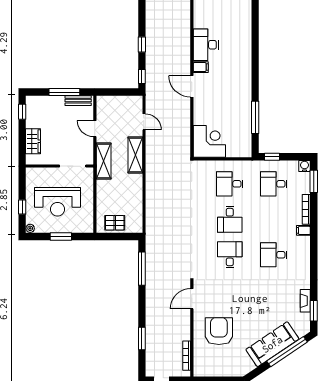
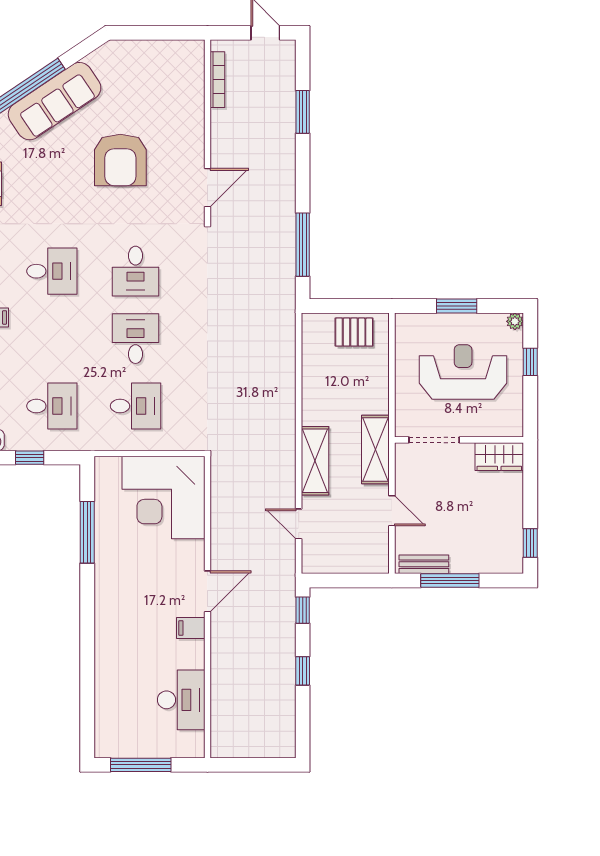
desk: (206, 45) -> (181, 700), moved
door: (192, 86) -> (207, 591), hinge flipped
wardrobe: (33, 141) -> (499, 457), moved, turned -90
corner desk: (209, 141) -> (163, 498), width x1.36, depth x1.36
window: (272, 157) -> (30, 458), moved
armchair: (219, 331) -> (120, 160), moved

